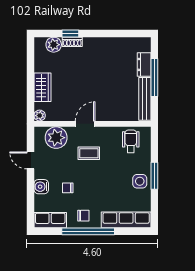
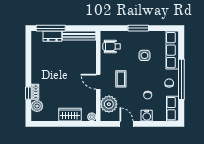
window: (154, 78) -> (51, 28), moved
door: (30, 160) -> (126, 124), swing flipped
side table: (140, 181) -> (145, 55), moved

